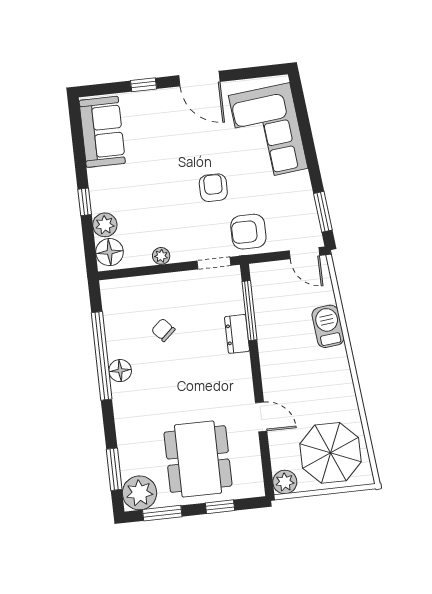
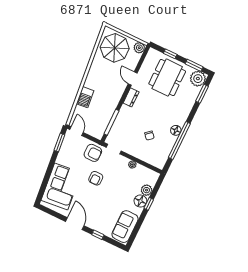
floor lamp: (110, 252) -> (140, 201), moved
dresser: (237, 334) -> (131, 97), moved

